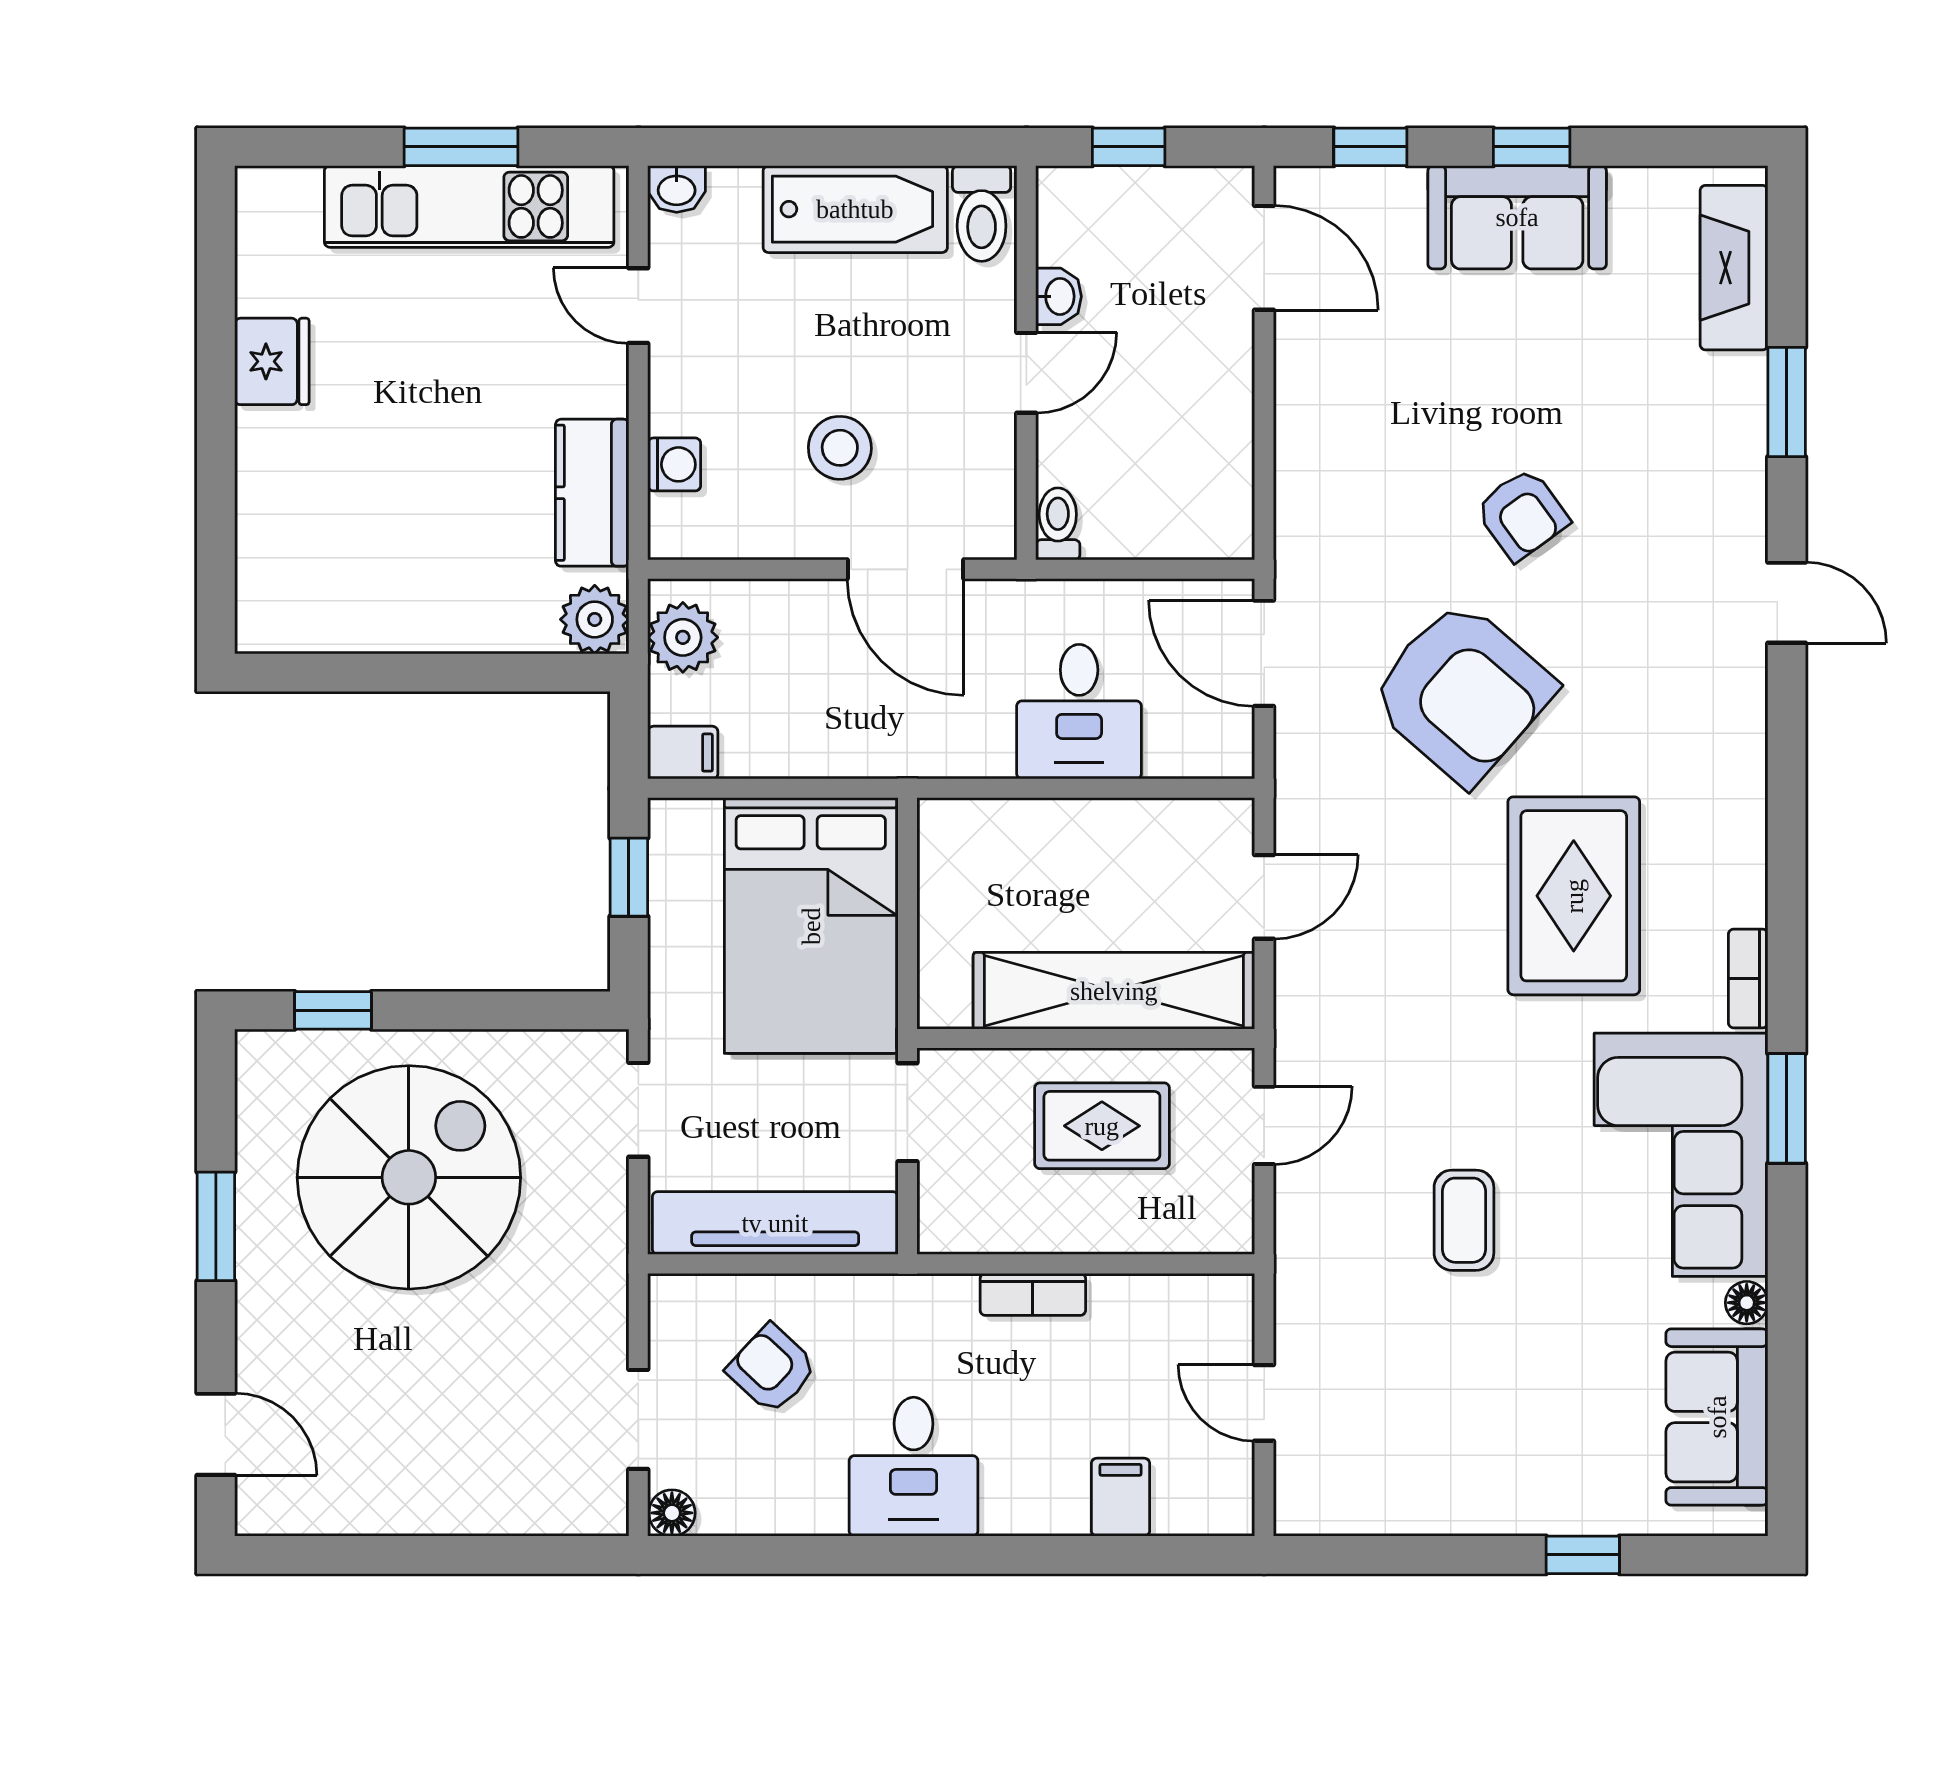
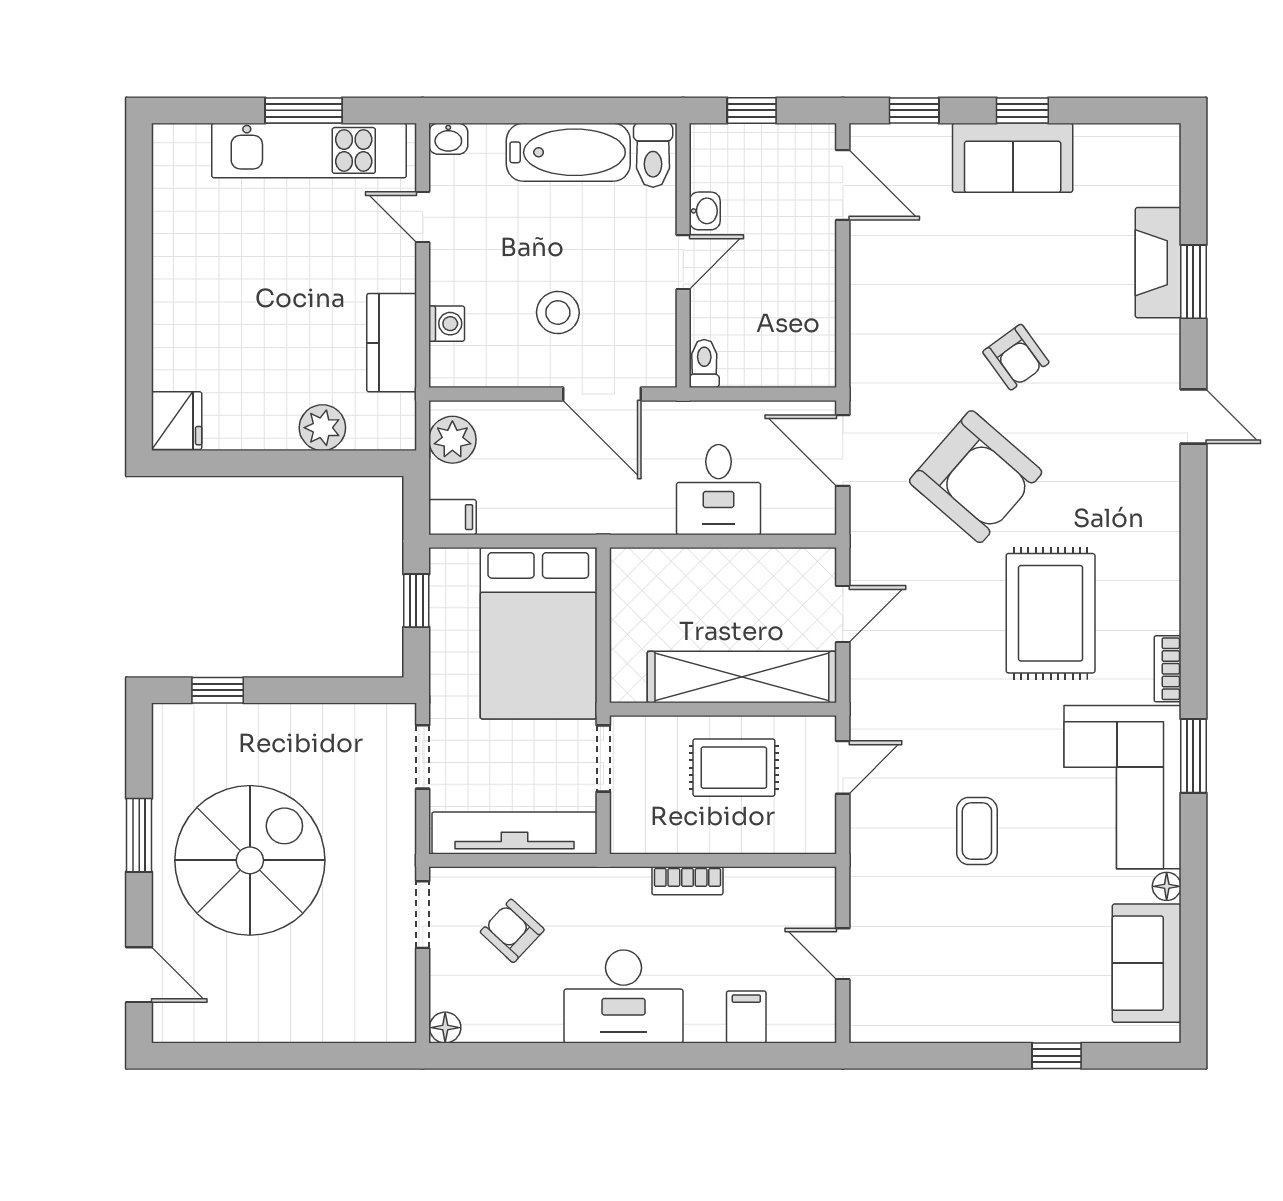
fireplace: (1734, 268) -> (1158, 263), moved
fridge: (272, 361) -> (177, 421), moved
plant: (595, 619) -> (322, 428), moved
spiral stairs: (409, 1177) -> (250, 860), moved
doorway: (638, 1419) -> (423, 915), moved
desk: (914, 1467) -> (623, 996), width x1.37

